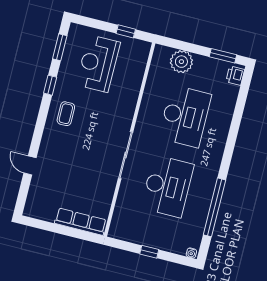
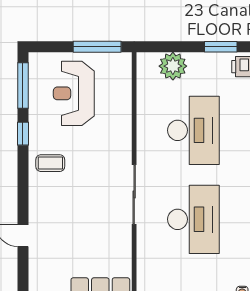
window: (126, 31) -> (97, 47), width x2.17
window: (60, 47) -> (23, 85), width x1.44
coffee table: (66, 114) -> (50, 163), turned 90

